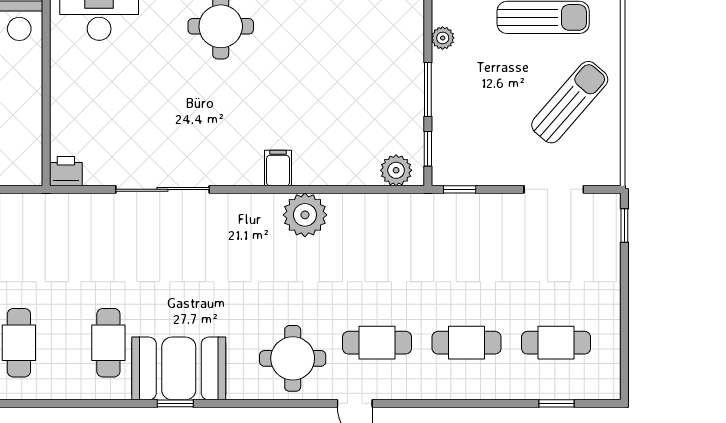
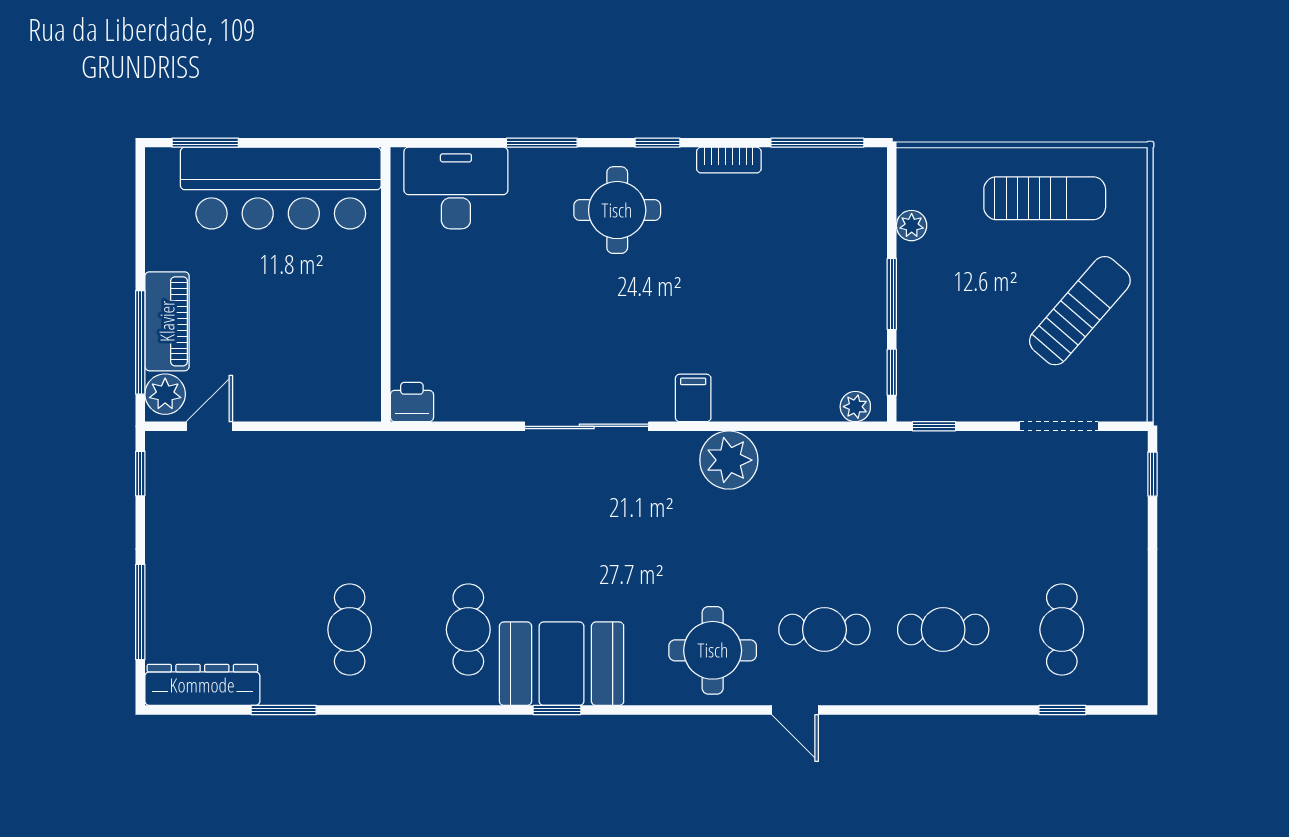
plant: (396, 170) -> (855, 407), width x0.73, depth x0.73
sliding door: (163, 189) -> (587, 426), moved
cafe table: (556, 343) -> (1062, 630), turned 90

